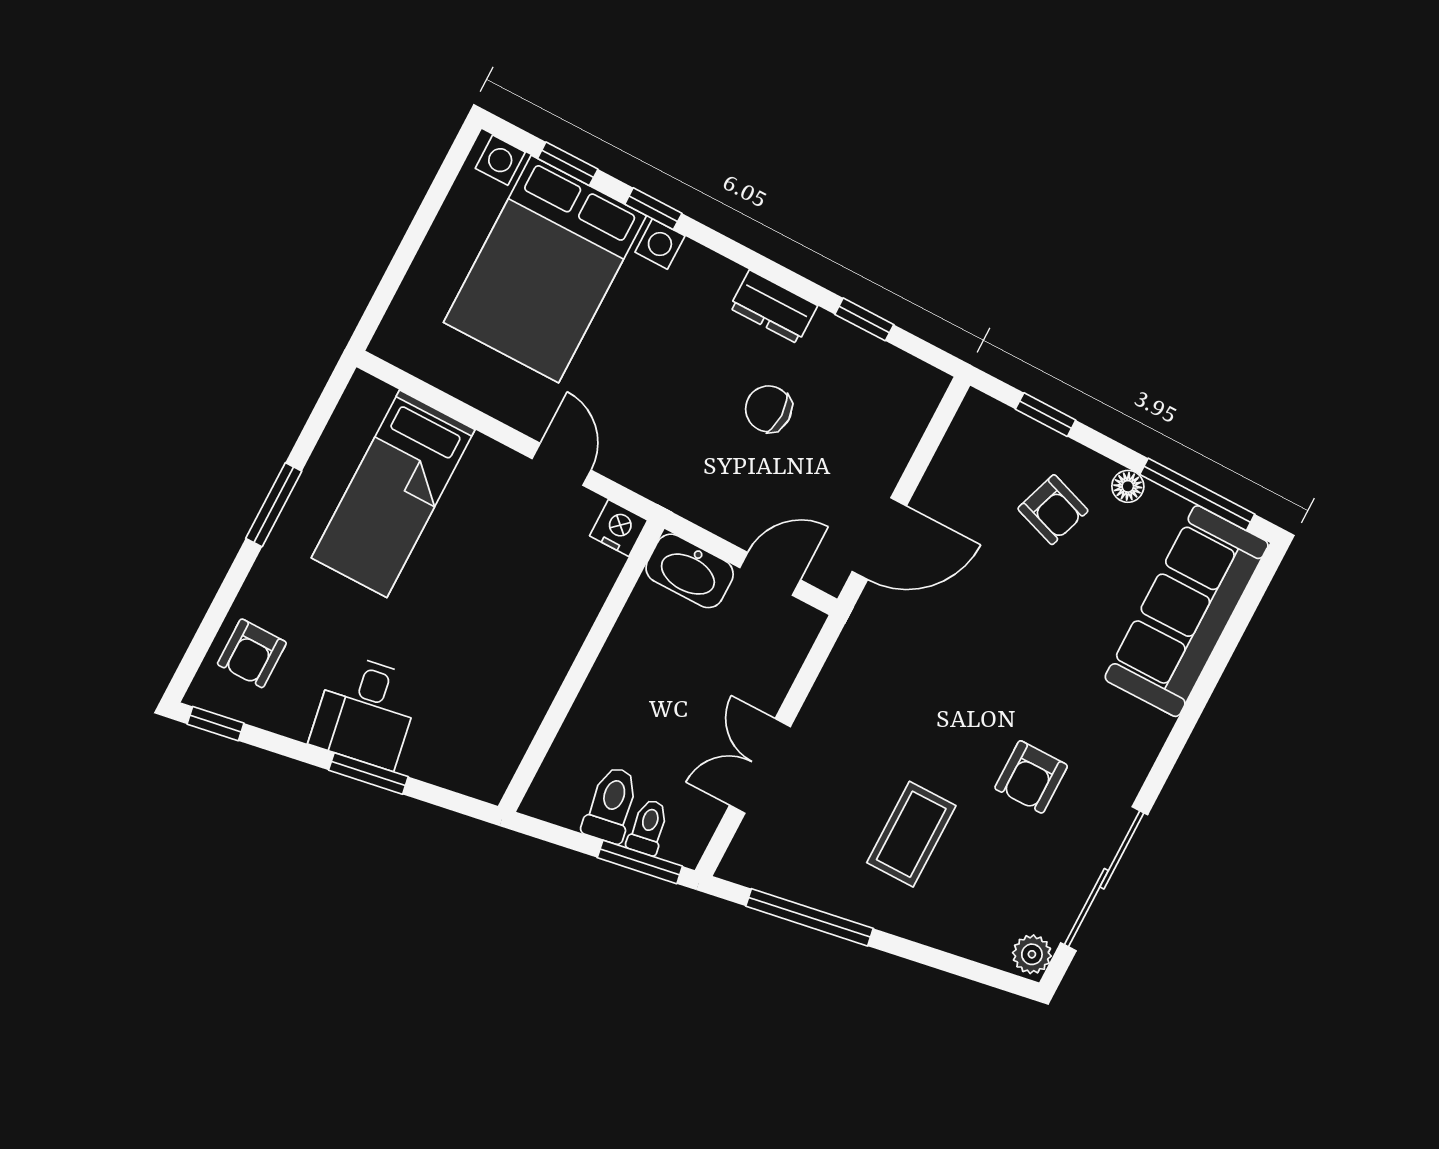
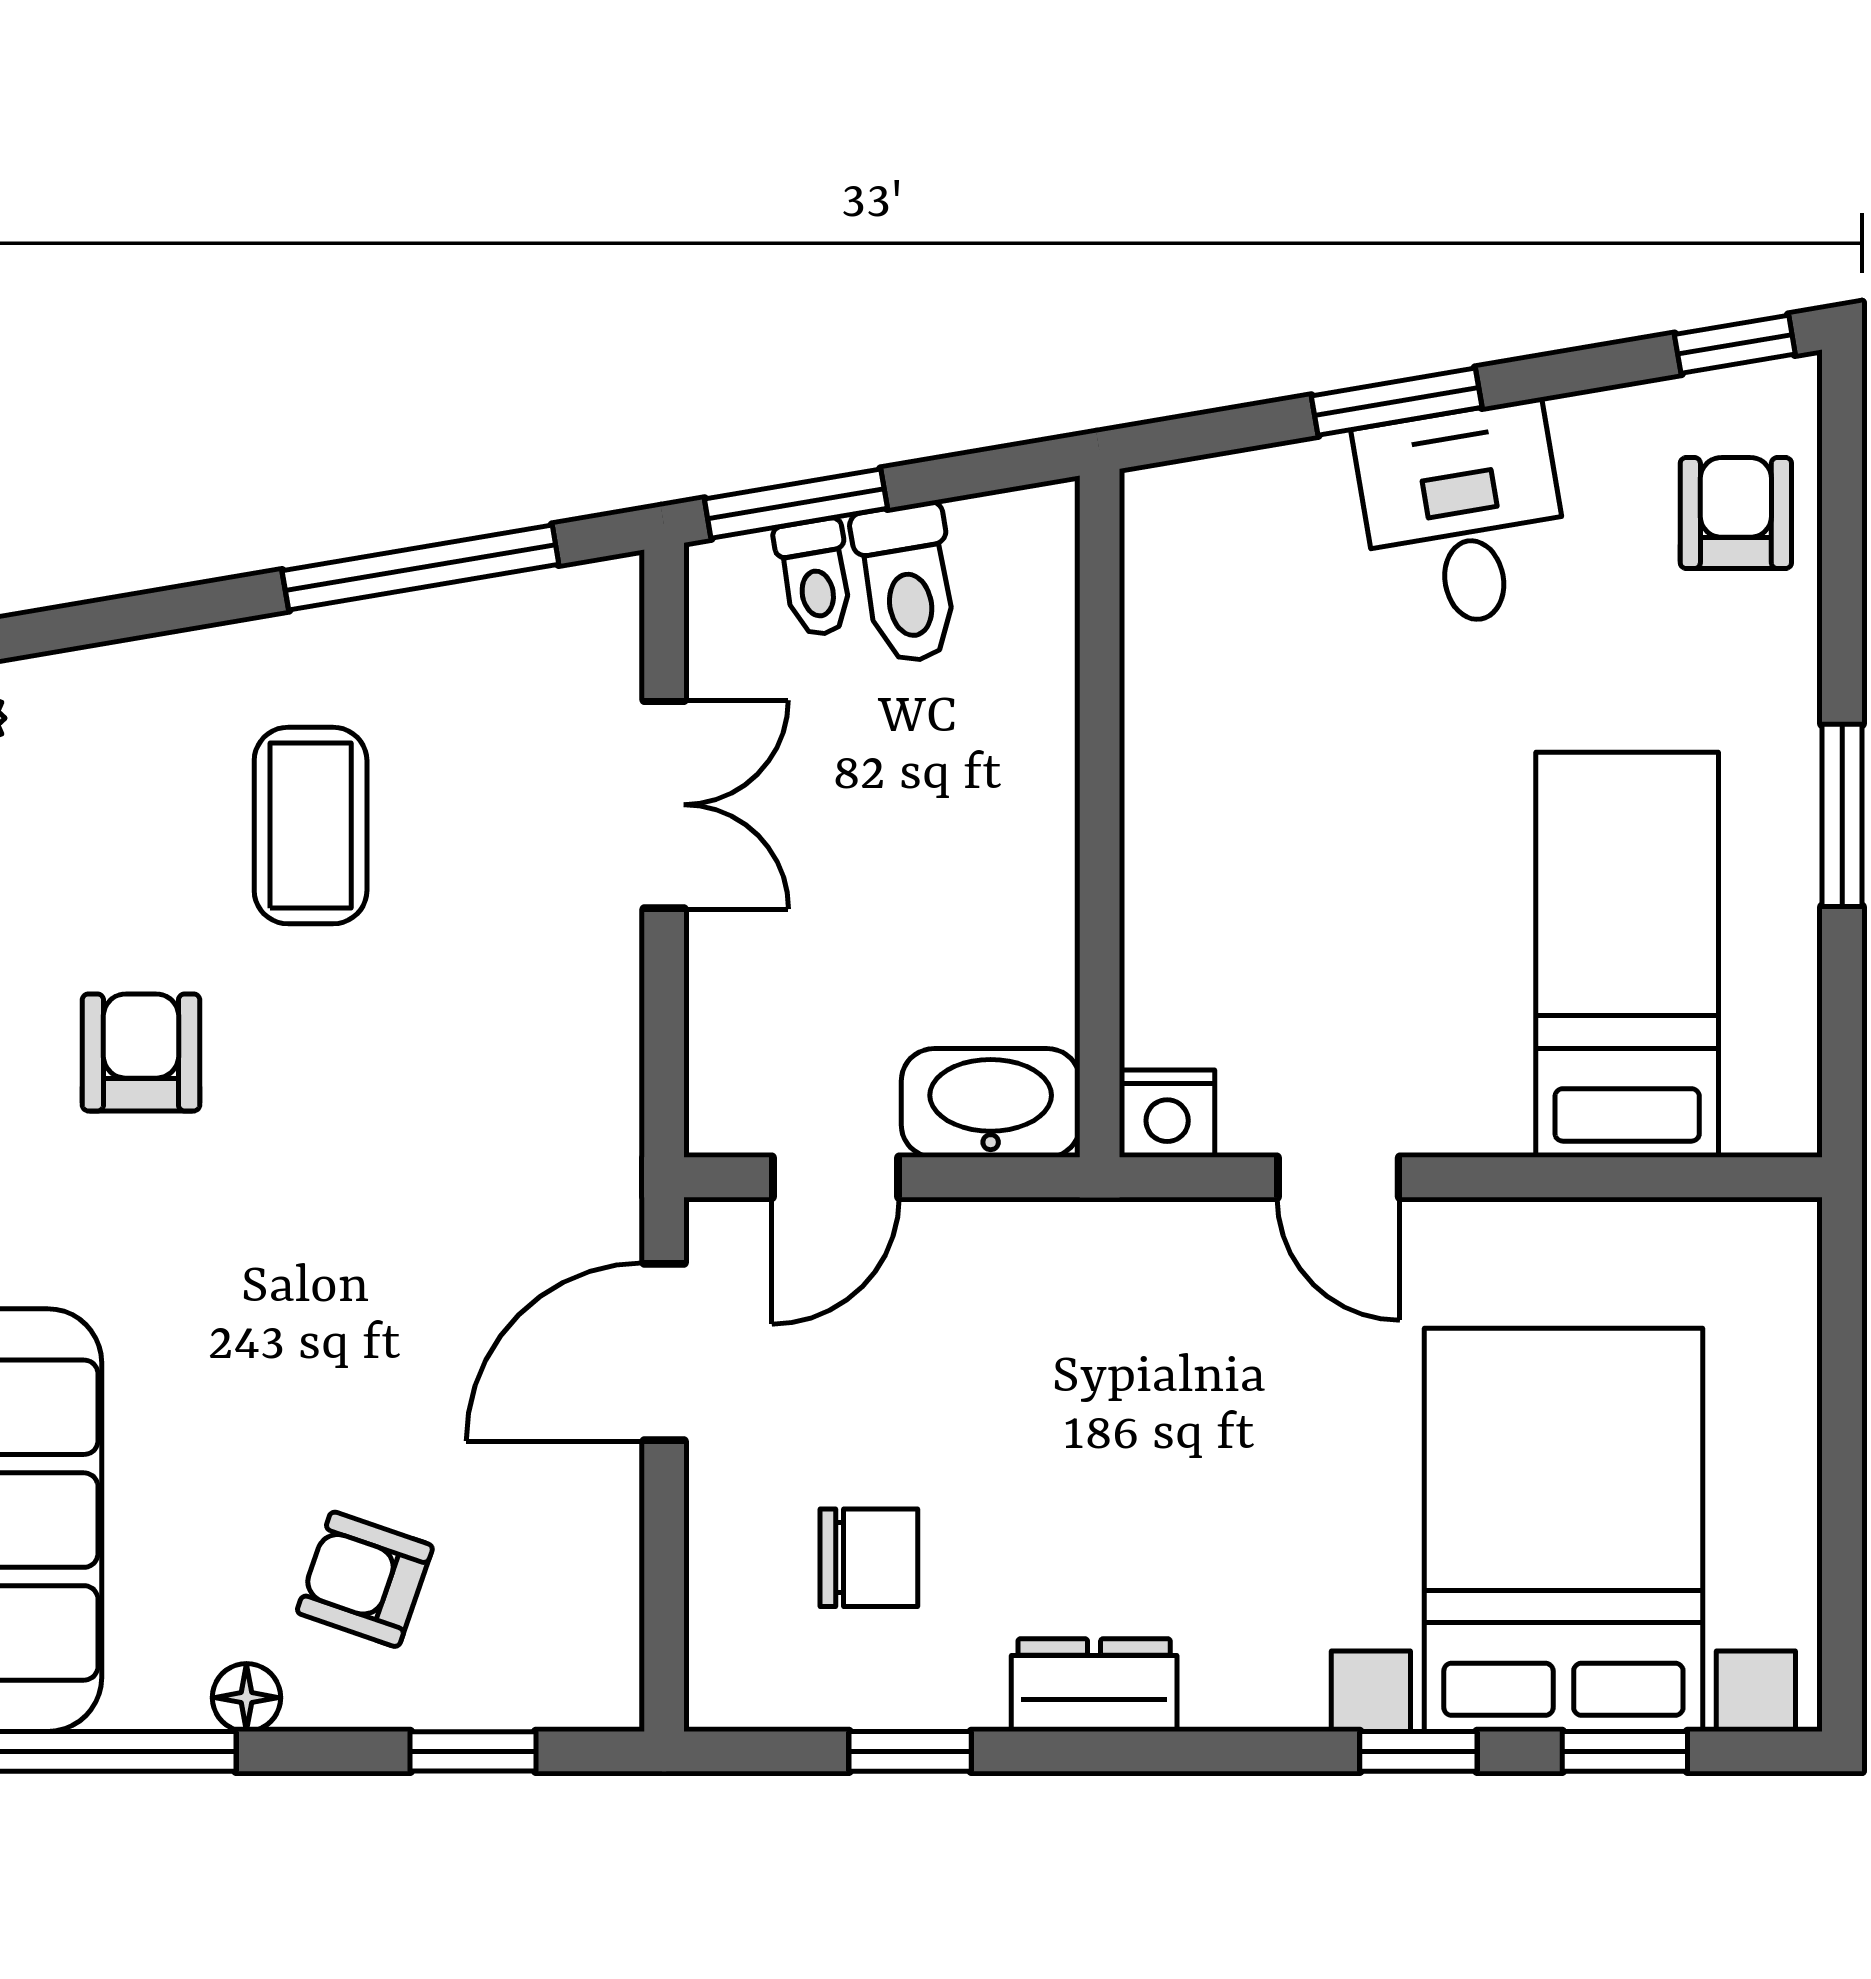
chair: (769, 409) -> (869, 1558), moved

